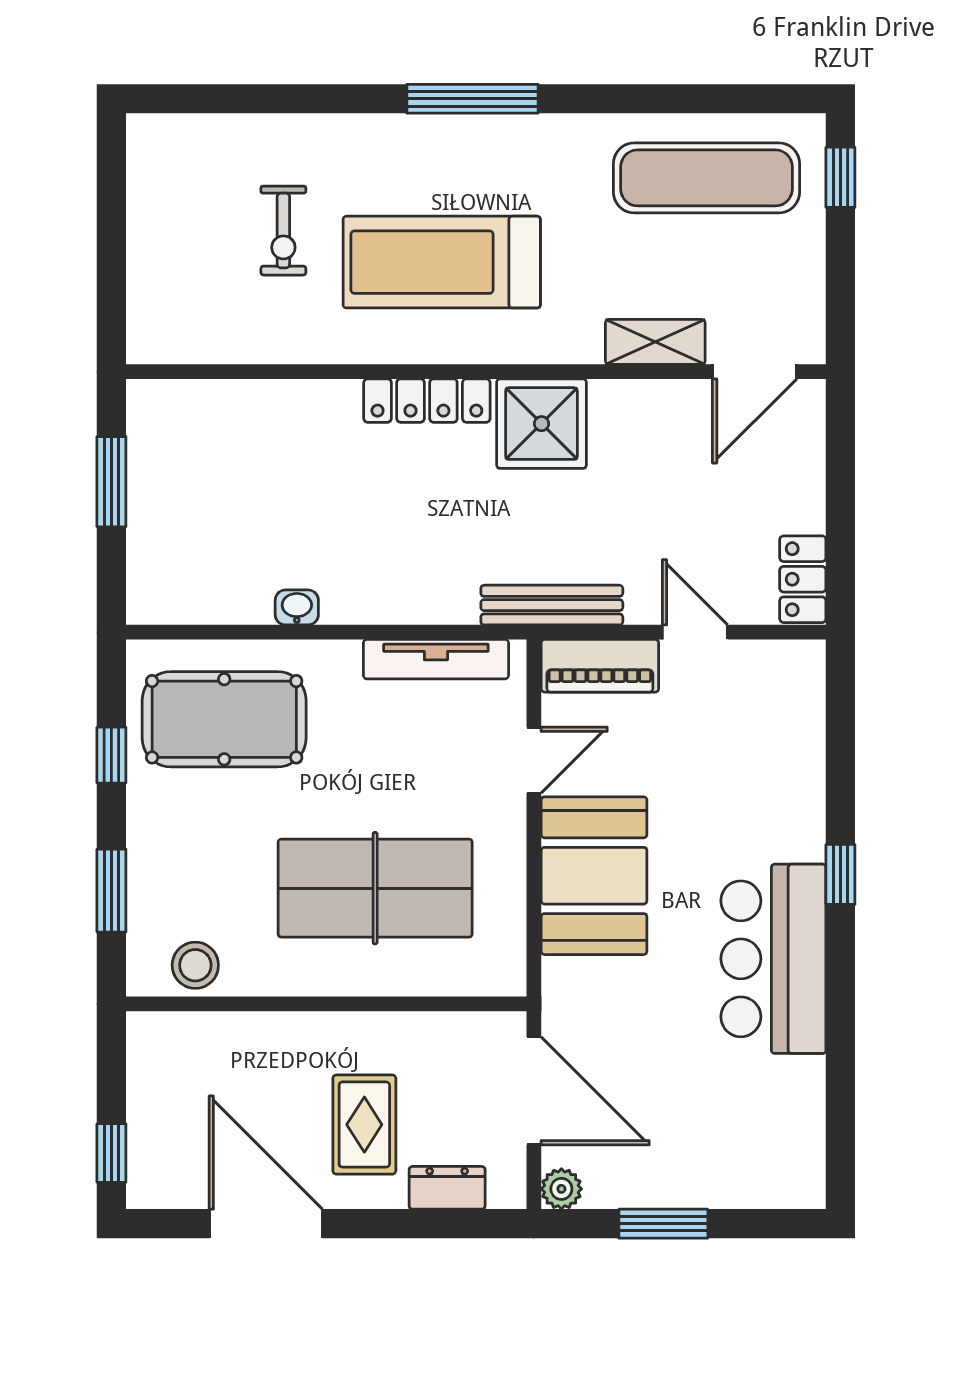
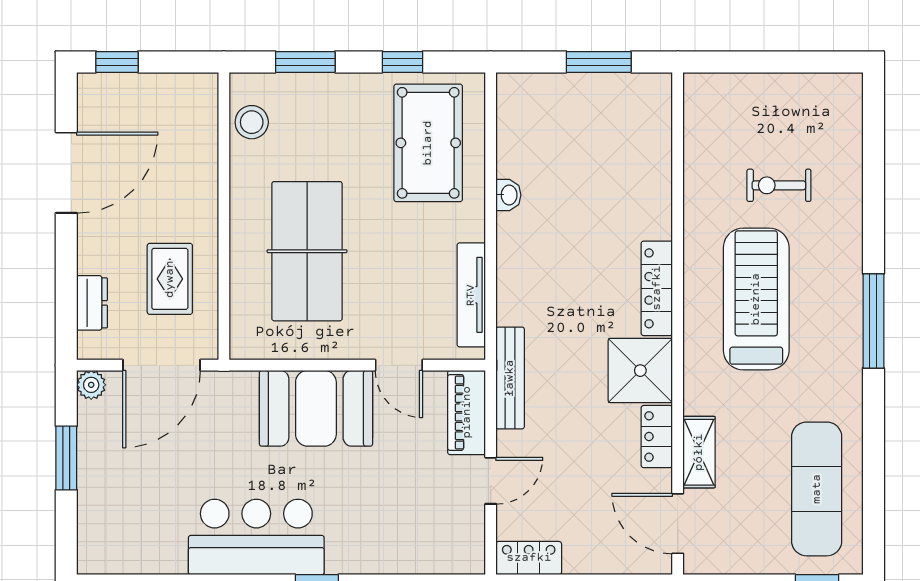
locker: (633, 401) -> (657, 437), added
rug: (364, 1125) -> (170, 279), moved, turned 90

